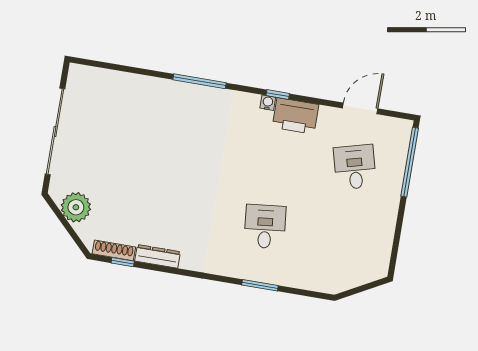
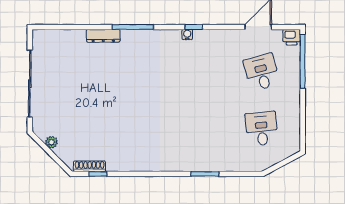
printer: (295, 116) -> (292, 37), moved, width x0.53, depth x0.68
plant: (76, 207) -> (51, 142), width x0.53, depth x0.53
desk: (265, 227) -> (262, 129), moved
dresser: (158, 256) -> (103, 36), moved, turned 180

